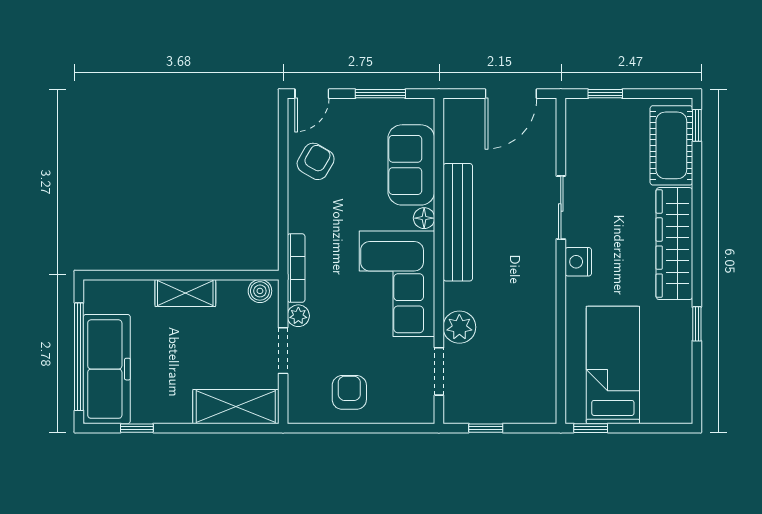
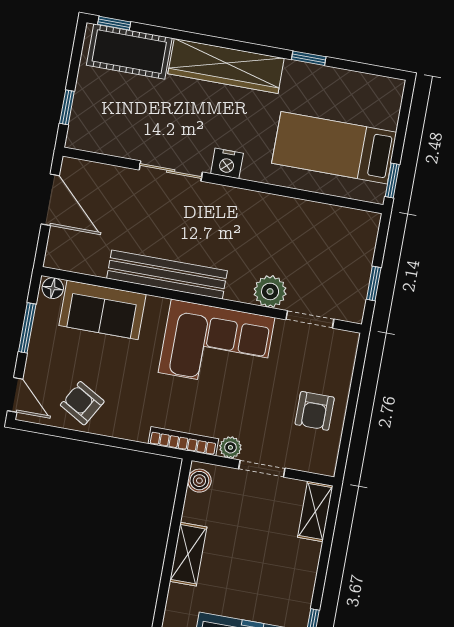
floor lamp: (424, 218) -> (53, 288), moved
armchair: (349, 392) -> (315, 411), turned -90
shelving: (236, 407) -> (315, 511), width x0.67, depth x0.75

